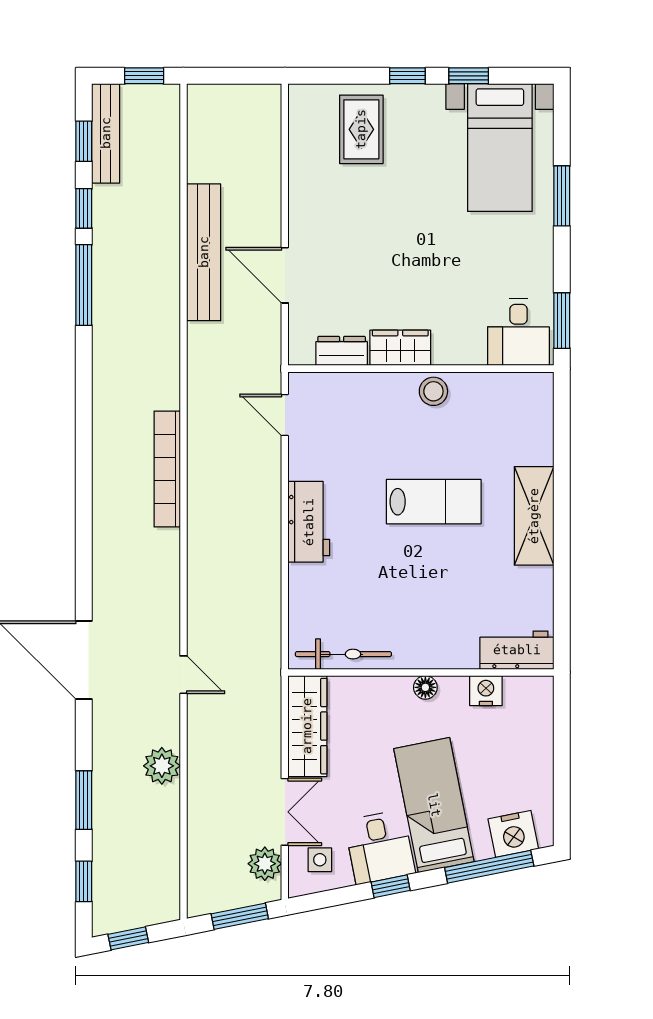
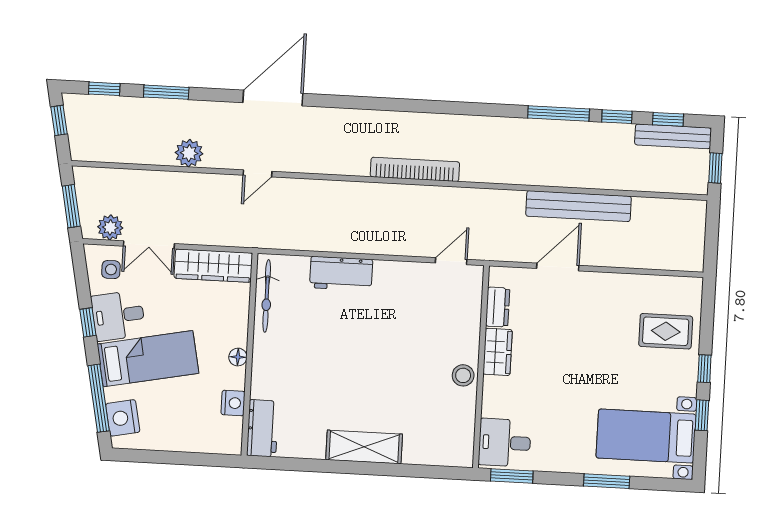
lab bench: (434, 502) -> (379, 371), removed
workbench: (309, 522) -> (341, 274), moved

